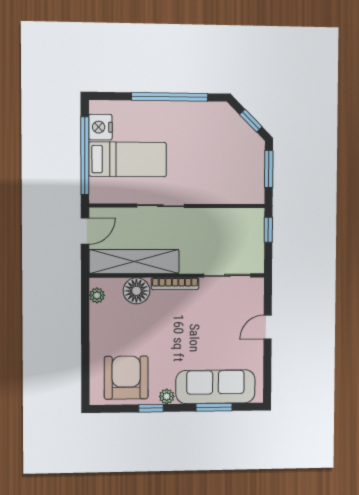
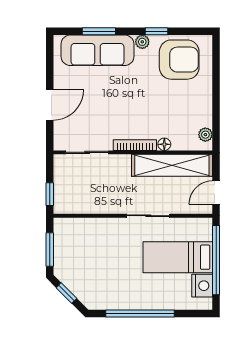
floor lamp: (136, 291) -> (164, 144), width x0.53, depth x0.53
door: (268, 327) -> (50, 105), width x1.37
armchair: (126, 378) -> (179, 60), turned -90

